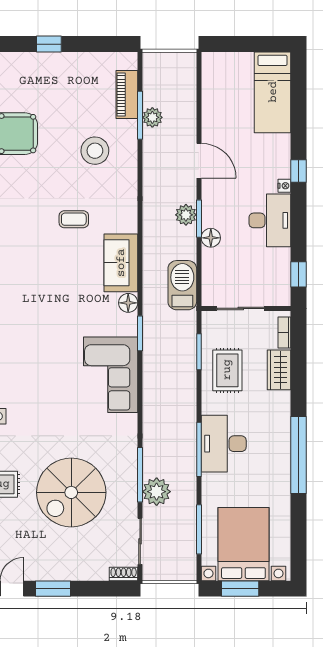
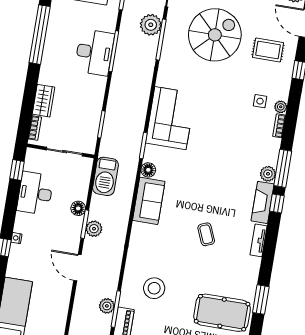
coffee table: (74, 219) -> (206, 234), moved, turned 67
desk: (270, 220) -> (35, 193), moved
rug: (227, 370) -> (82, 107), removed

